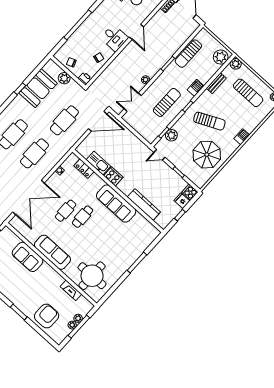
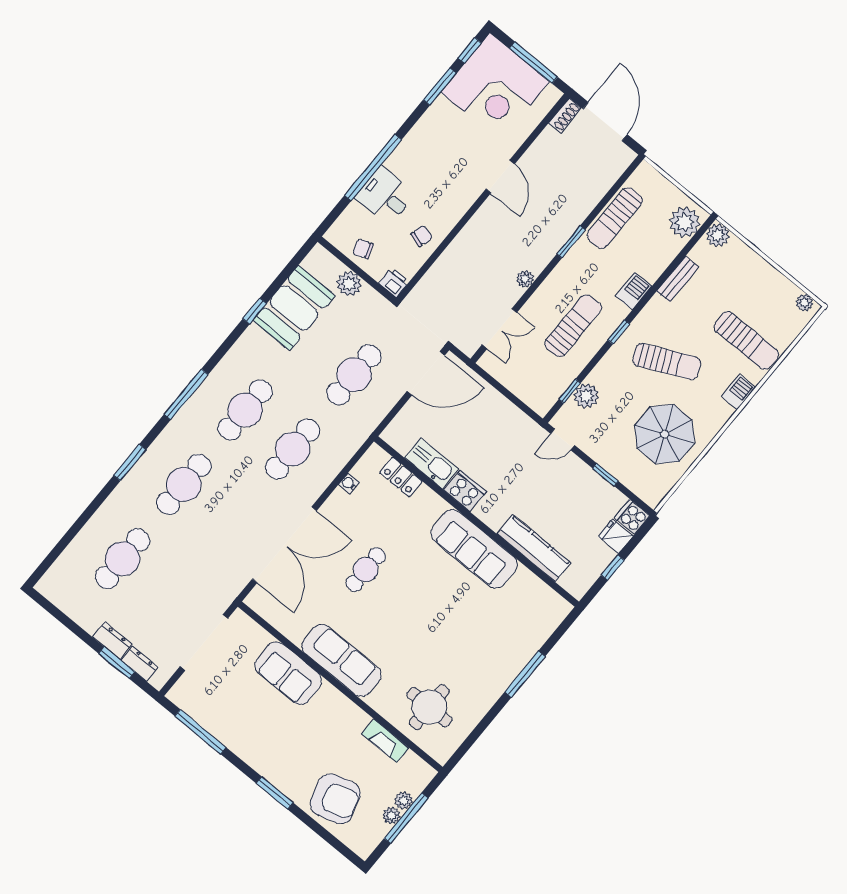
desk: (114, 38) -> (385, 196), moved, turned 180
sun lounger: (248, 93) -> (746, 341), moved
double door: (133, 102) -> (499, 329), swing flipped
cafe table: (82, 217) -> (403, 581), removed
round table: (92, 276) -> (429, 707), width x0.73, depth x0.73
armchair: (47, 316) -> (335, 799), turned 73

